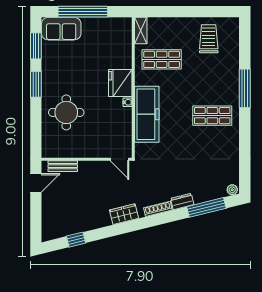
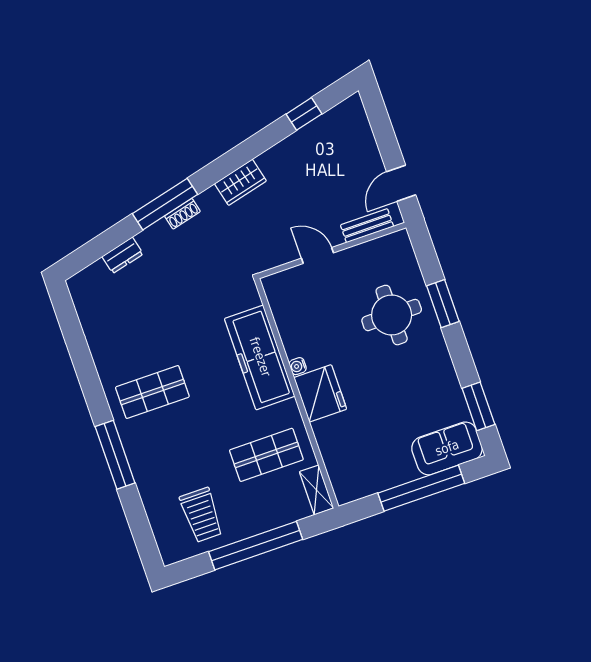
window: (185, 12) -> (256, 546), added
window: (36, 84) -> (443, 304), moved
door: (120, 159) -> (317, 256), moved
plant: (232, 190) -> (78, 283), removed
dresser: (182, 201) -> (123, 255), moved
window: (206, 207) -> (165, 204), moved
shoe rack: (158, 209) -> (182, 214), width x0.70

